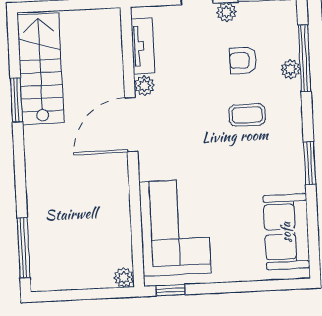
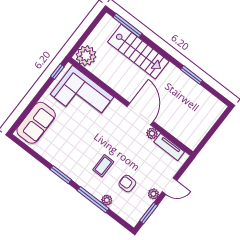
window: (304, 58) -> (93, 200), moved
armchair: (243, 60) -> (127, 184), turned -90
stairs: (41, 69) -> (138, 52), moved
sofa: (286, 232) -> (36, 123), moved, turned 90
plant: (124, 278) -> (86, 56), width x1.88, depth x1.88

